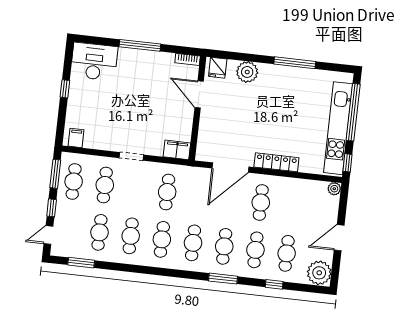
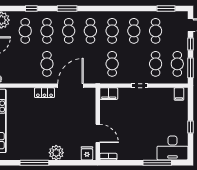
window: (140, 45) -> (157, 163), moved
plant: (247, 72) -> (56, 153), moved
locker: (276, 162) -> (44, 93), width x0.66

